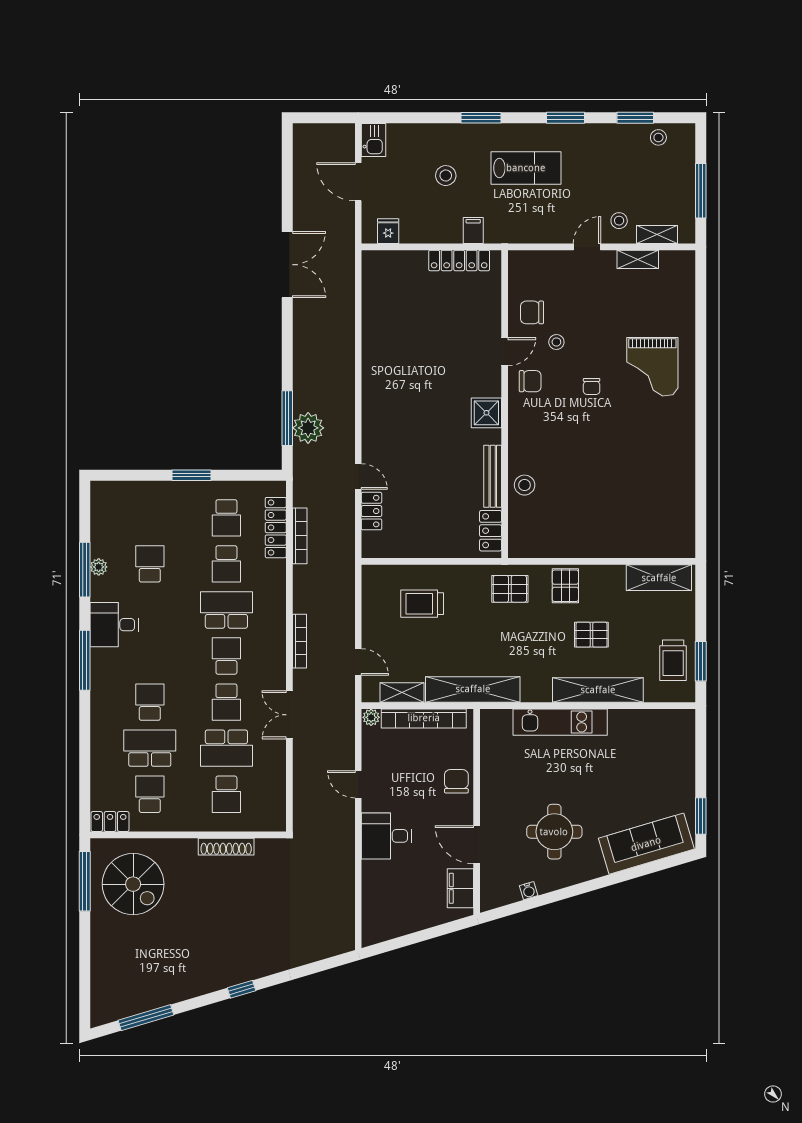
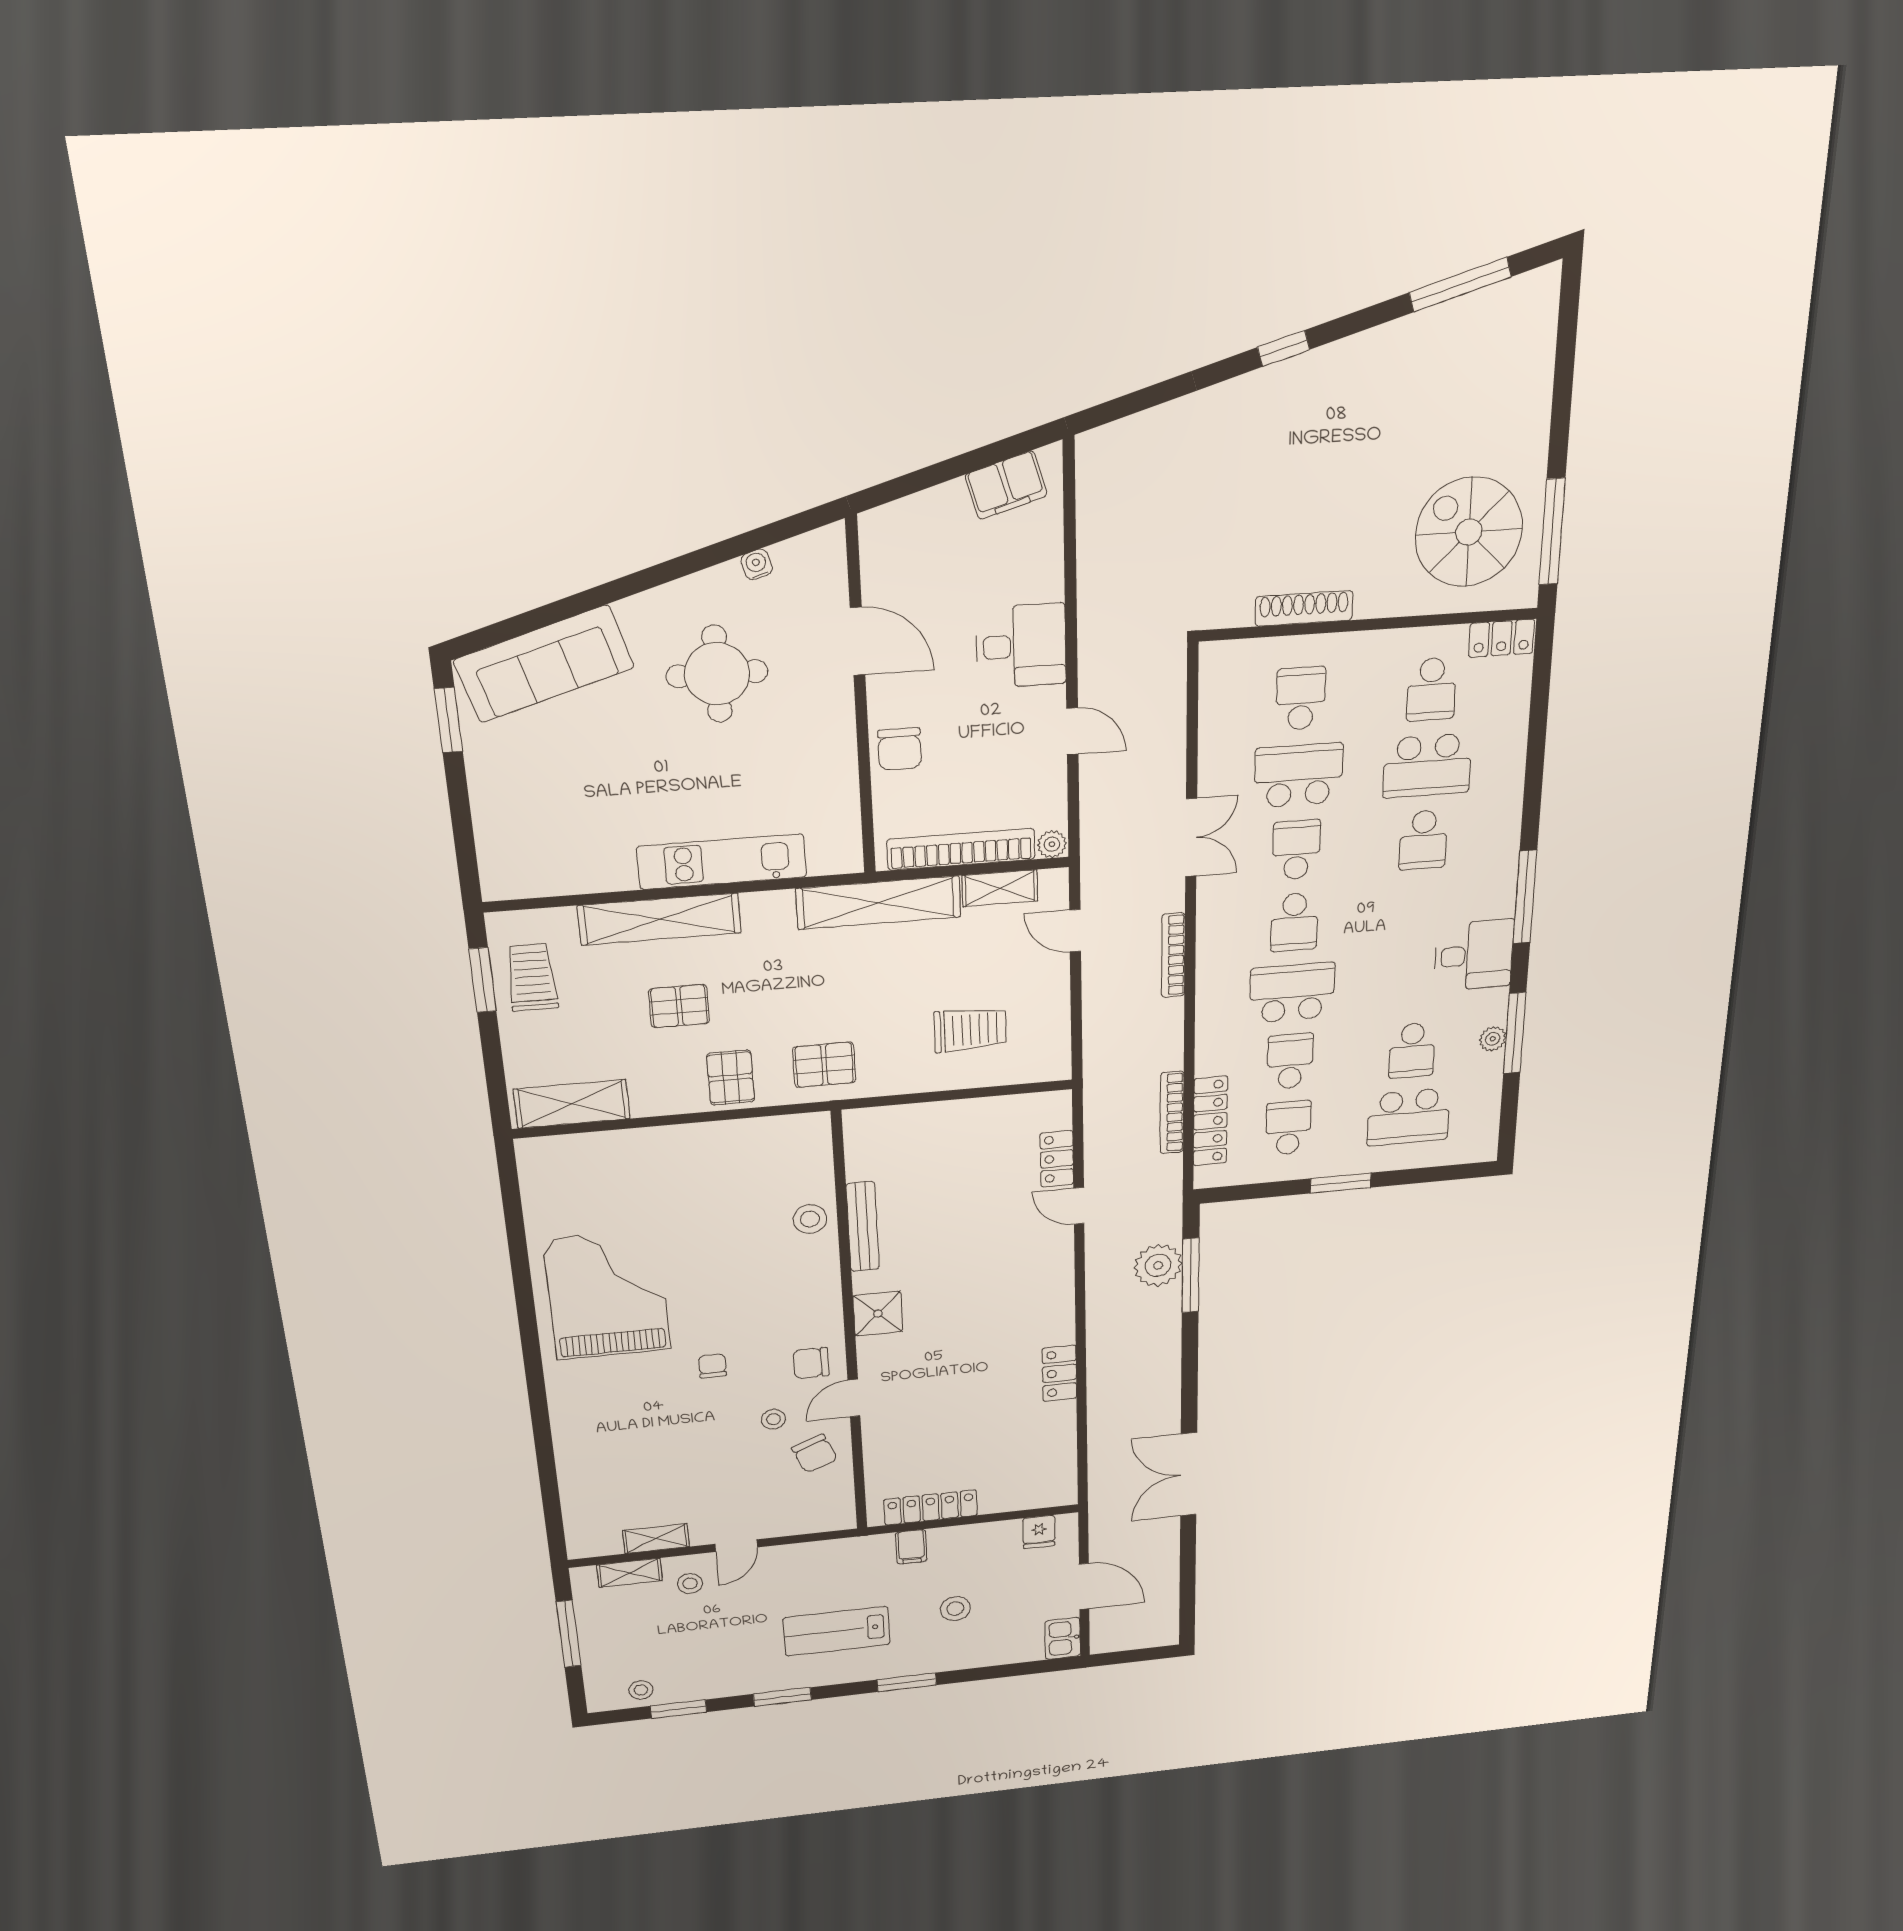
chair: (532, 312) -> (815, 1454), turned 68
grand piano: (652, 367) -> (607, 1294), moved, width x1.37, depth x1.48
school desk: (150, 518) -> (1408, 1117), added
locker: (491, 531) -> (1059, 1373), moved, turned 180
school desk: (226, 610) -> (1292, 993), turned 180
filing cabinet: (460, 888) -> (1006, 485), moved, turned 73

